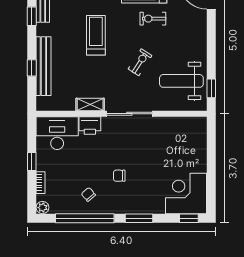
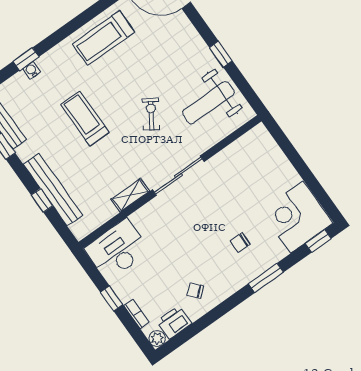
exercise bike: (153, 19) -> (132, 59), removed
window: (211, 88) -> (221, 54), moved
printer: (90, 126) -> (174, 322), moved, turned 180
chair: (119, 176) -> (240, 243), moved
window: (85, 218) -> (209, 318), removed

